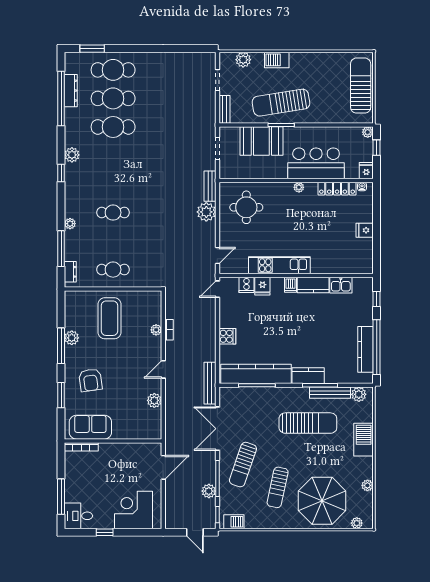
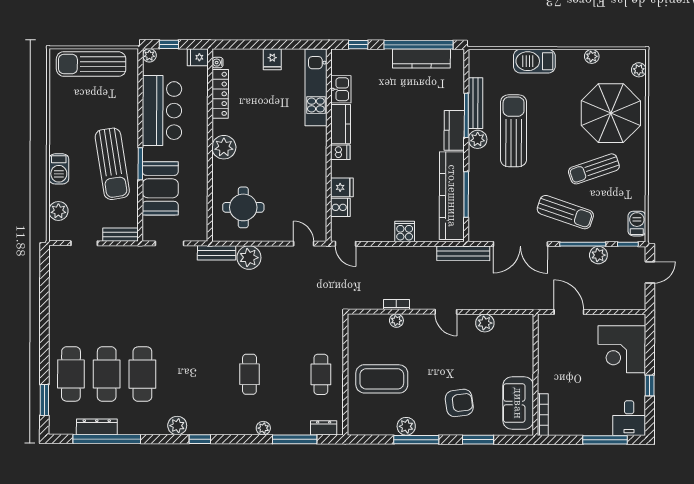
bar counter: (316, 163) -> (162, 111), moved, turned 180
plant: (299, 187) -> (224, 147), width x1.88, depth x1.88
kitchen unit: (279, 265) -> (316, 87), moved
plant: (359, 394) -> (478, 139), moved
sun lounger: (278, 487) -> (594, 169), turned 149

